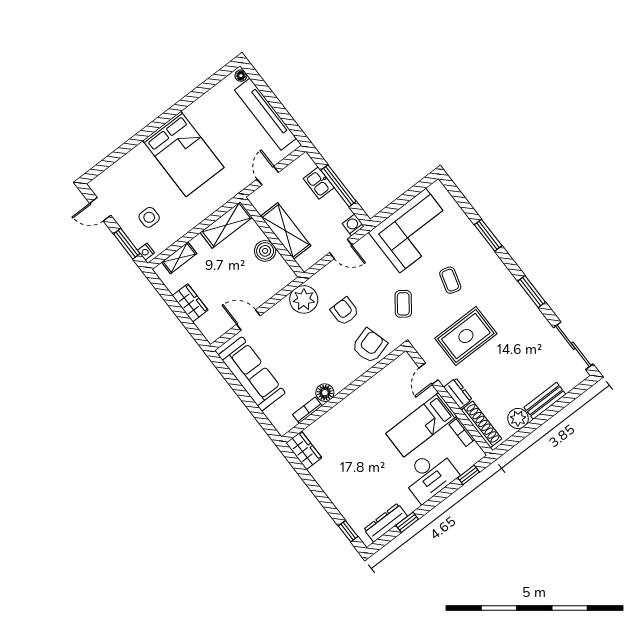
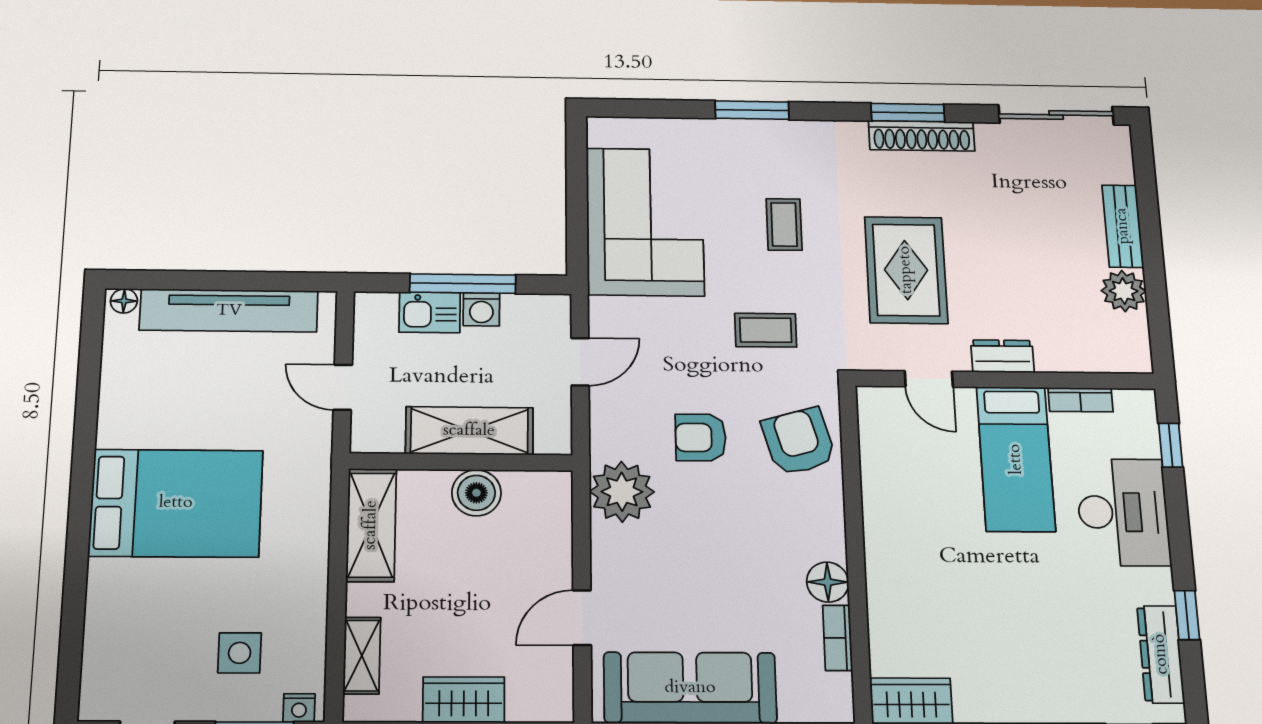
washing machine: (353, 225) -> (481, 309), moved, turned -90
coffee table: (450, 280) -> (784, 224), turned 74
coffee table: (403, 304) -> (766, 330), turned -37
shoe rack: (481, 424) -> (922, 136), moved, turned 180

